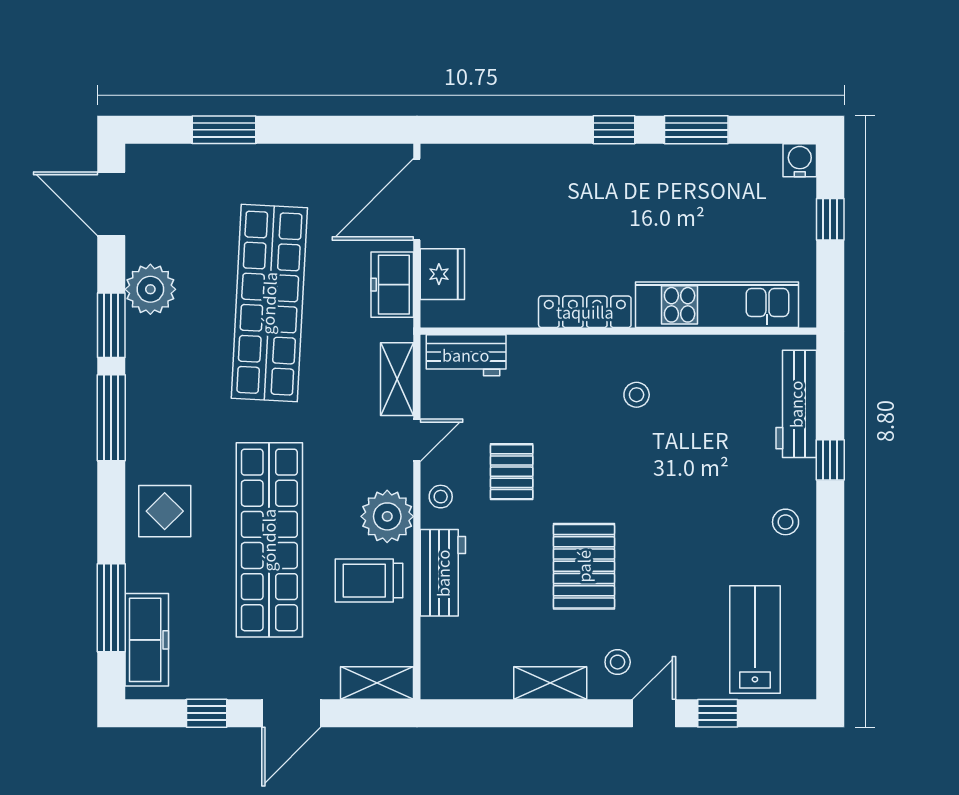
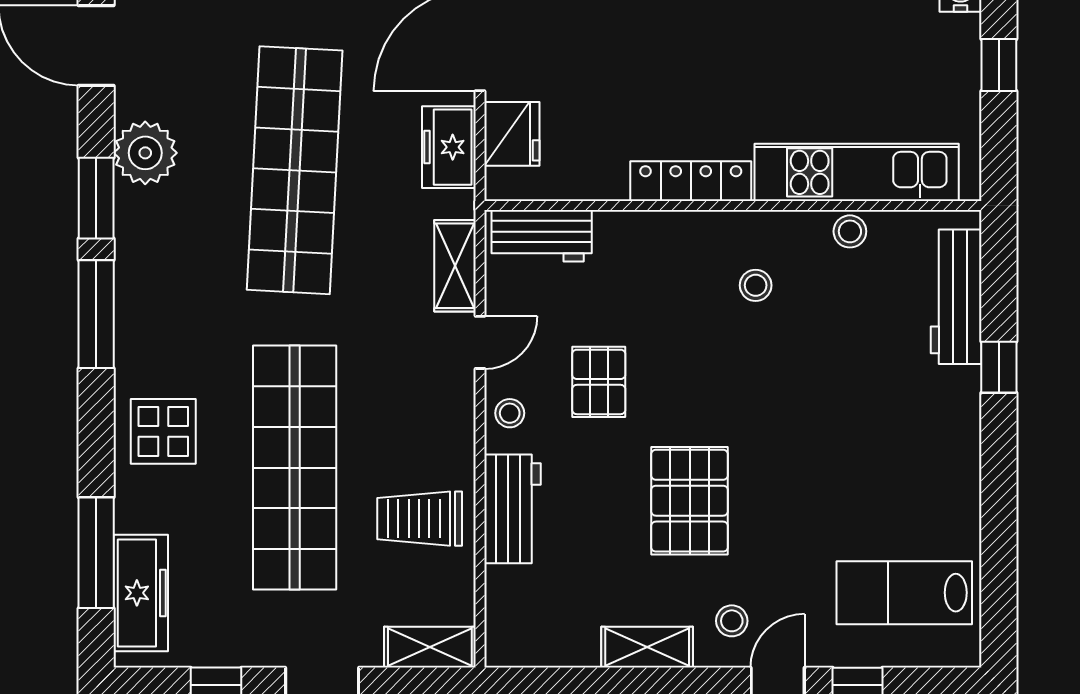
plant: (387, 516) -> (443, 438), removed
stool: (786, 522) -> (850, 231), moved
lab bench: (755, 640) -> (904, 593), turned -90

